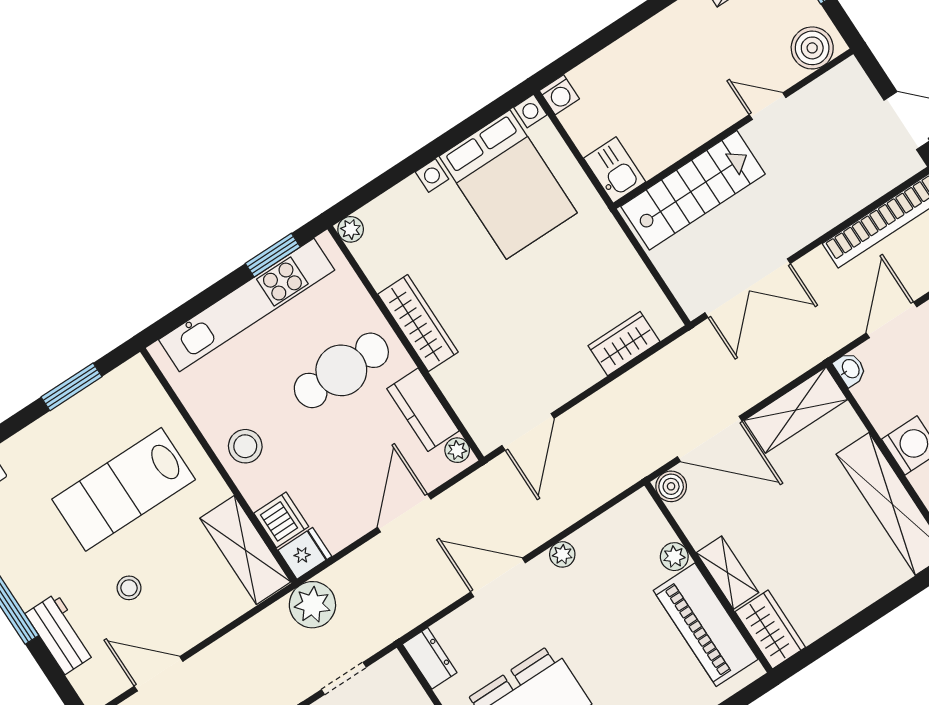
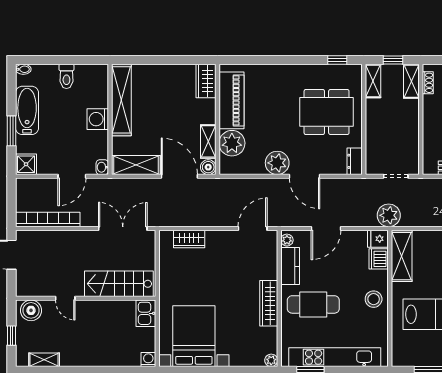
plant: (562, 554) -> (277, 163), width x1.88, depth x1.88
plant: (674, 557) -> (232, 143), width x1.87, depth x1.87
shelving: (728, 573) -> (208, 141), moved

